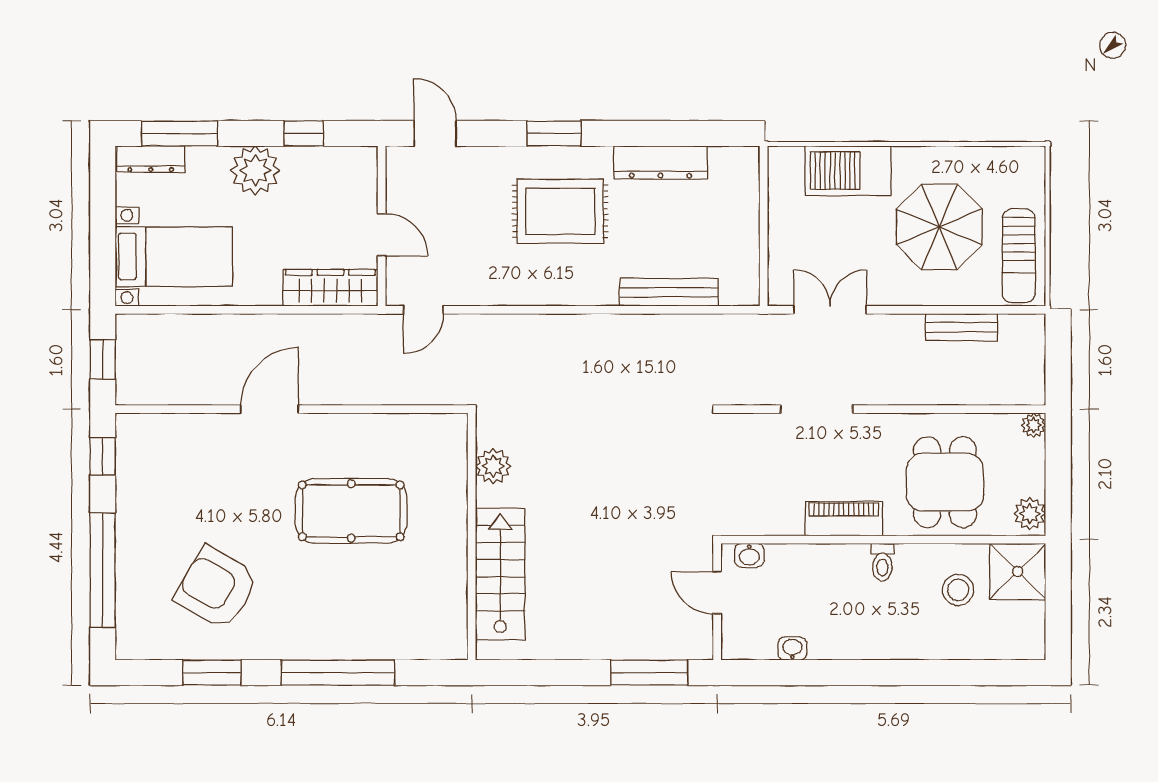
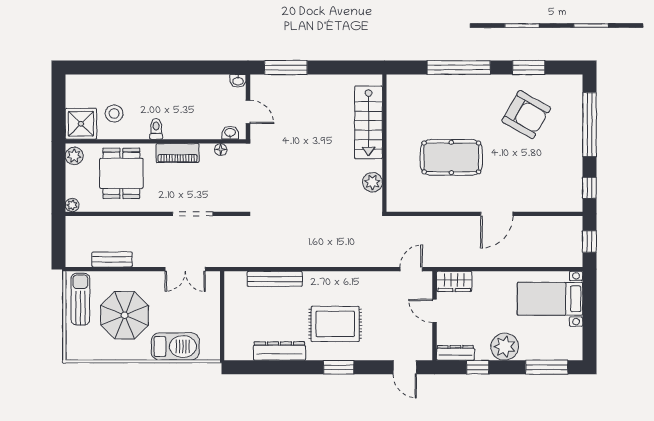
dresser: (151, 159) -> (455, 353), moved
wardrobe: (330, 288) -> (454, 281), width x0.67
floor lamp: (766, 525) -> (221, 150), added
washbasin: (792, 649) -> (238, 81), moved

